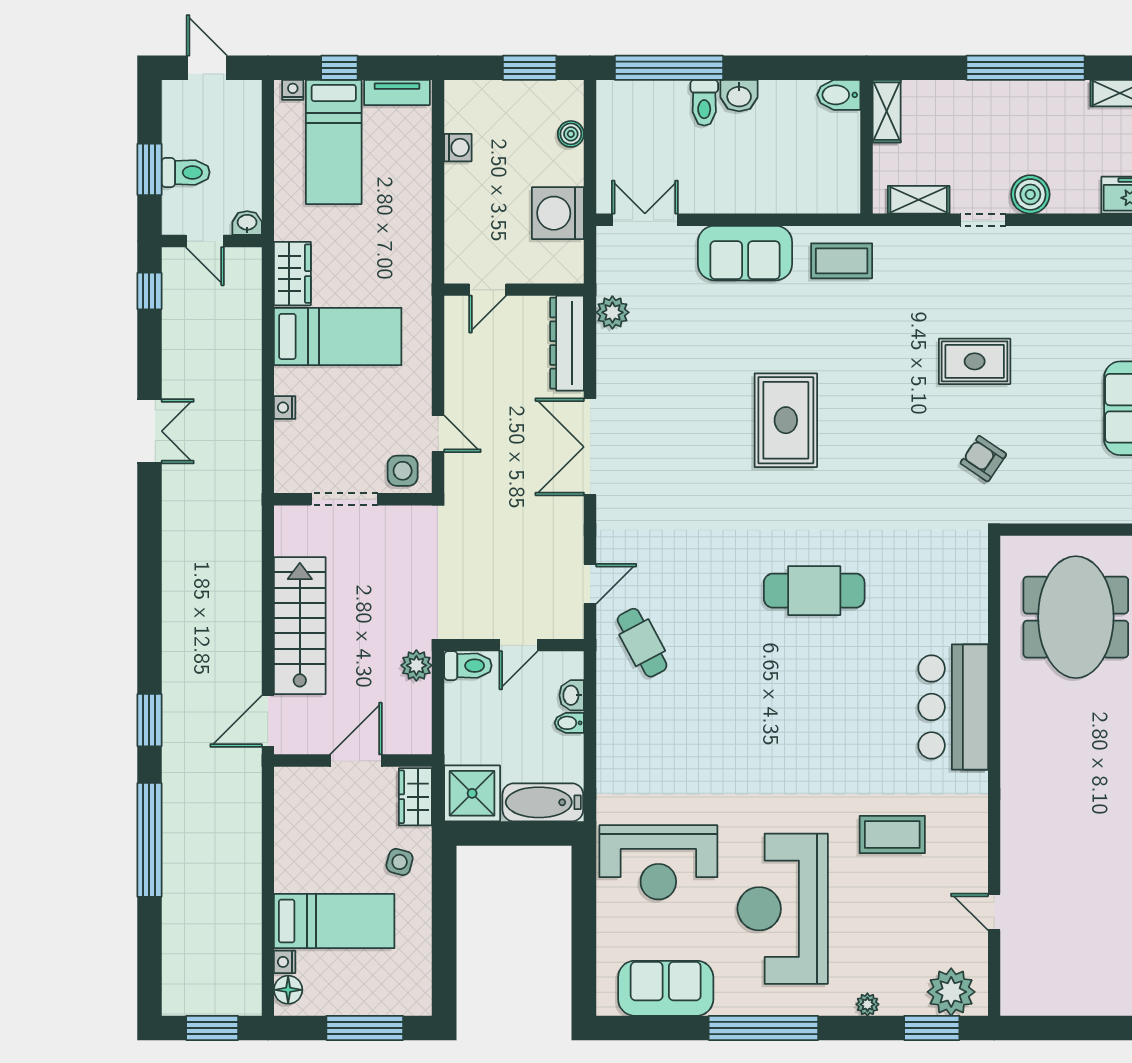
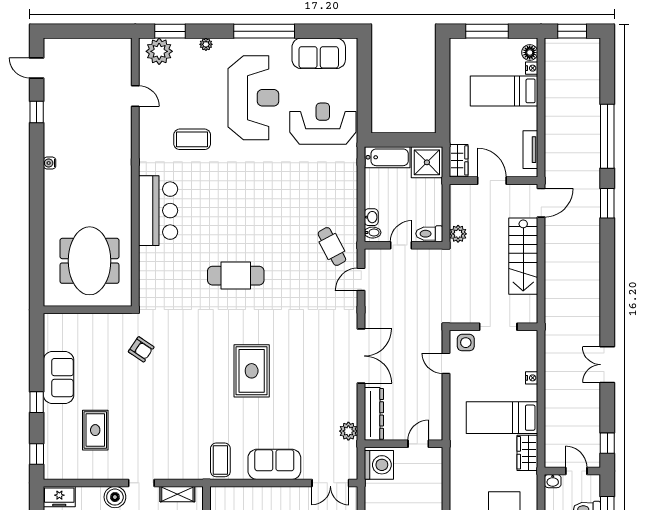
washing machine: (558, 213) -> (379, 465), moved
coffee table: (842, 261) -> (220, 460), turned 90
rug: (975, 361) -> (95, 430), moved, turned 90
bidet: (569, 723) -> (373, 233), moved
door: (356, 761) -> (492, 181), swing flipped
tv unit: (287, 816) -> (530, 150), added
side table: (400, 862) -> (467, 124), removed

